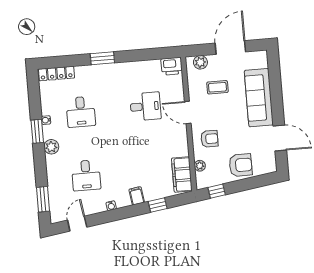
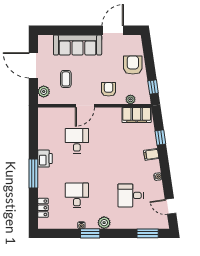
window: (102, 58) -> (33, 174), width x1.44
printer: (172, 66) -> (45, 159), moved
locker: (56, 74) -> (43, 208), width x0.66
desk: (81, 112) -> (77, 195), turned -90
desk: (86, 175) -> (131, 195), turned 180

